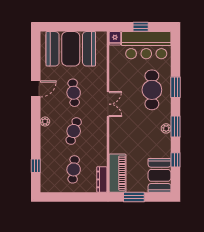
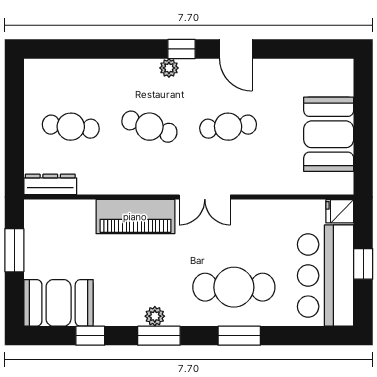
booth: (71, 49) -> (329, 134), width x0.73, depth x0.70
window: (36, 166) -> (181, 49), moved
piano: (117, 173) -> (135, 217), moved

